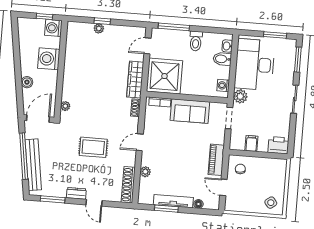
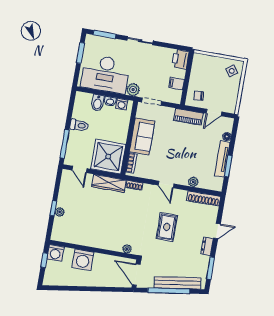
washbasin: (227, 46) -> (110, 101), moved
boiler: (27, 82) -> (102, 282), removed

